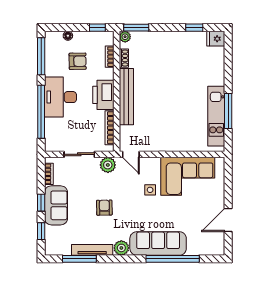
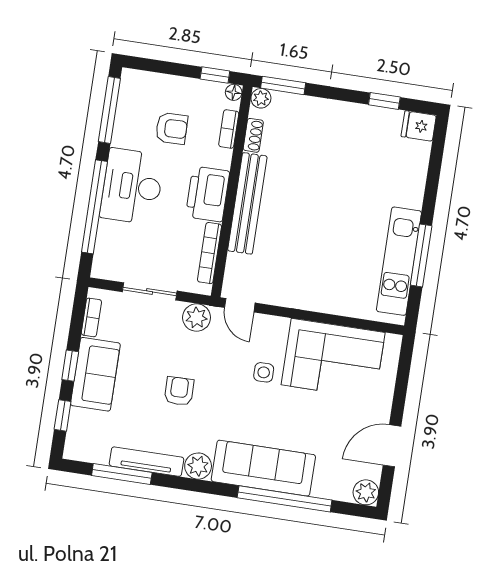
floor lamp: (68, 36) -> (234, 92), moved
plant: (218, 248) -> (366, 492), added

